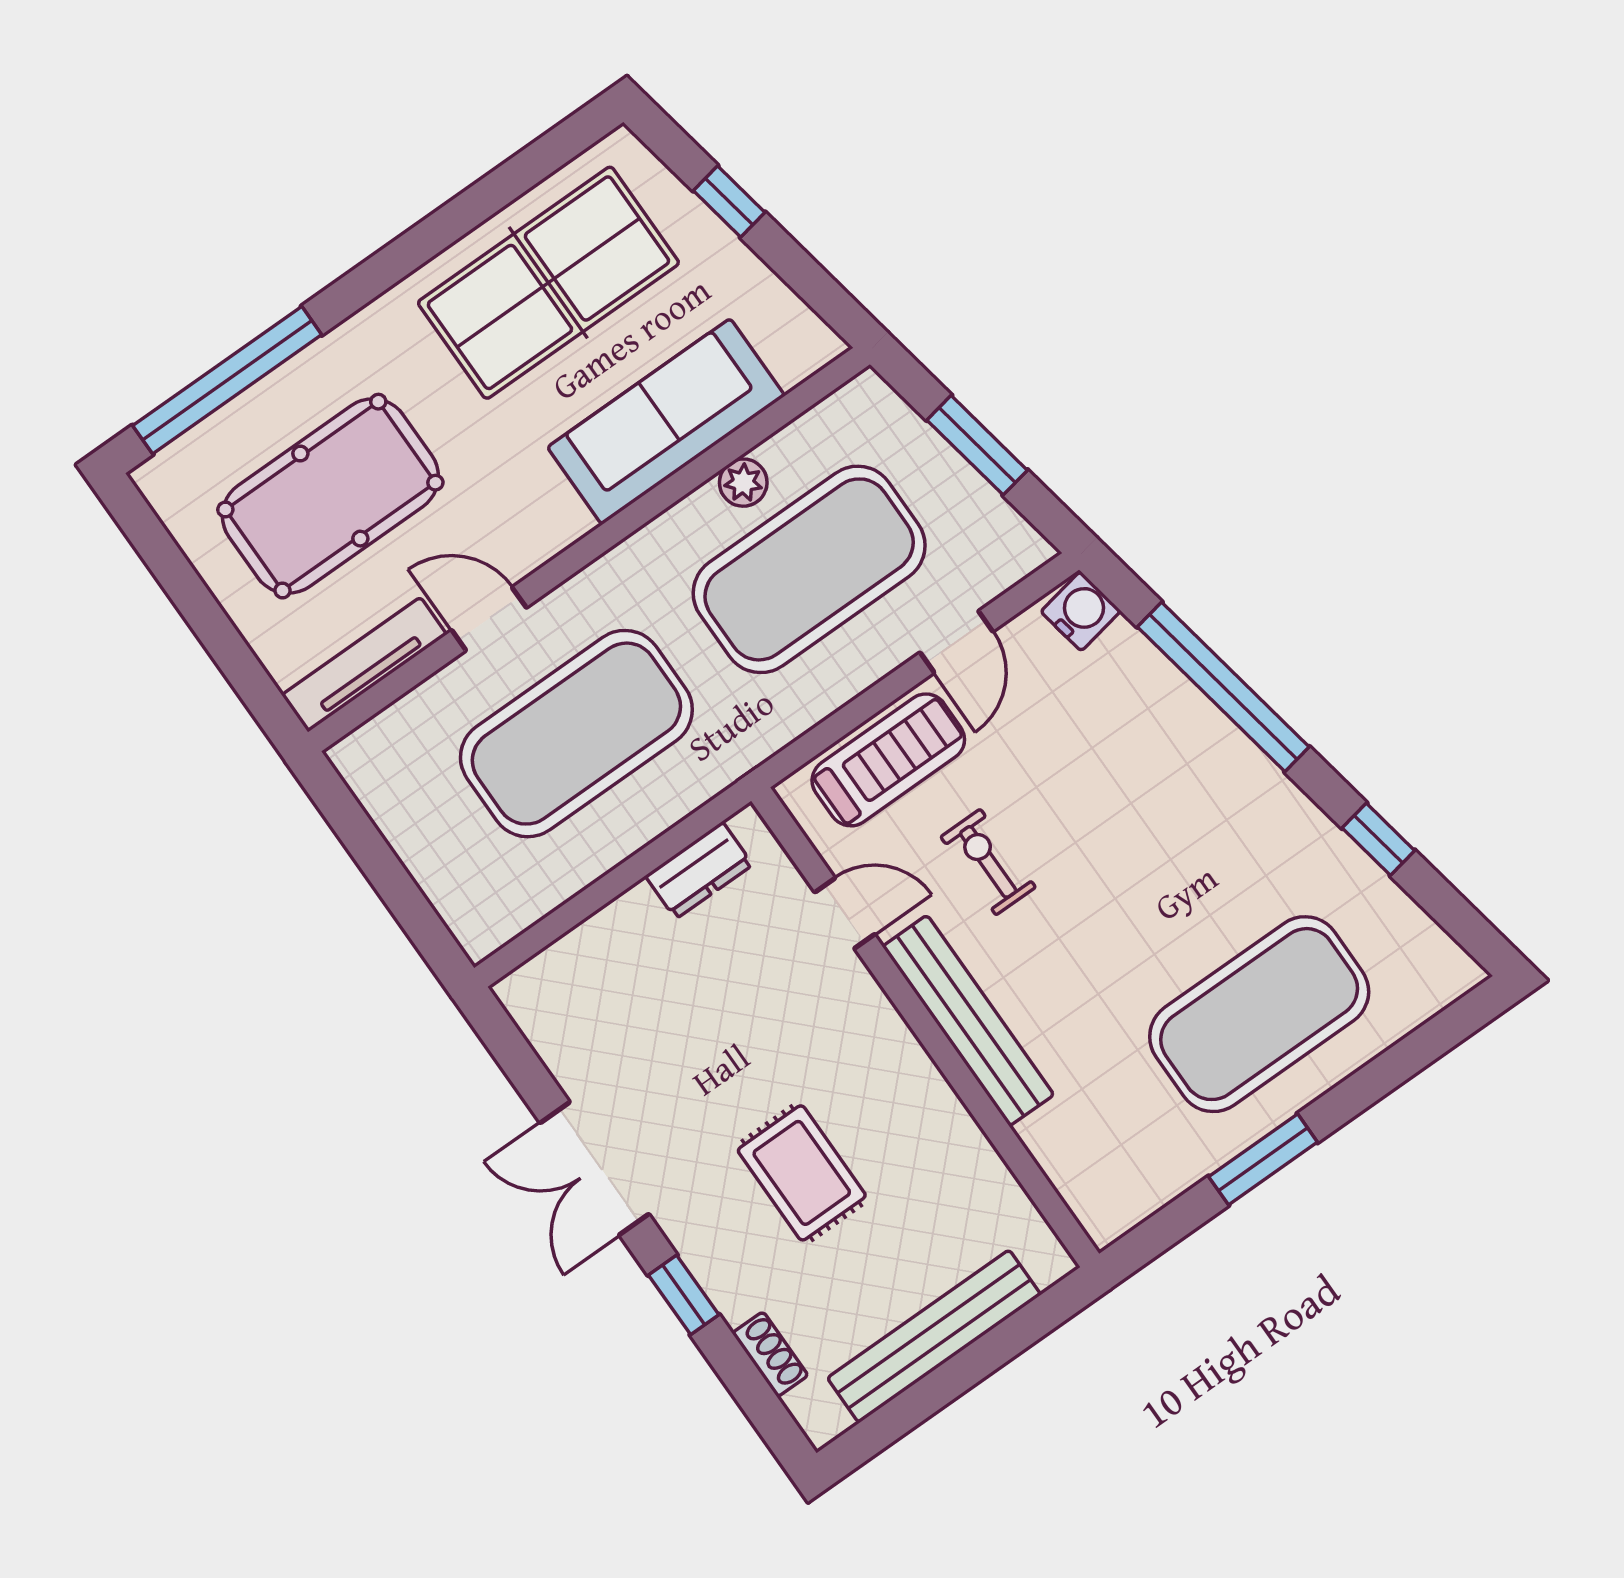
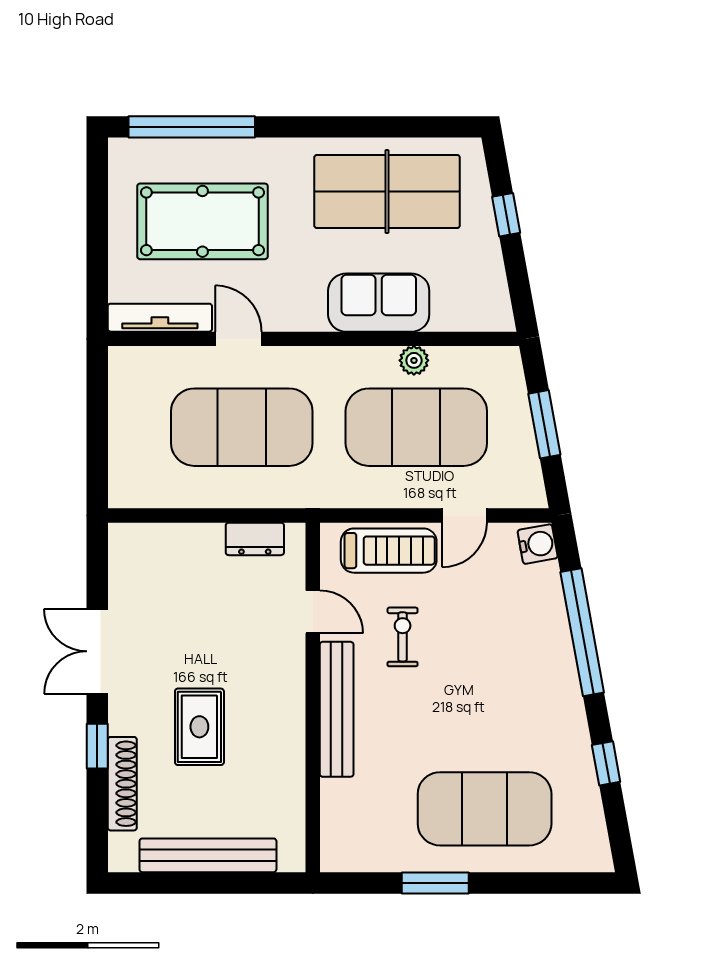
sofa: (666, 422) -> (379, 303), width x0.73
shoe rack: (770, 1354) -> (122, 784), width x1.94, depth x1.24

